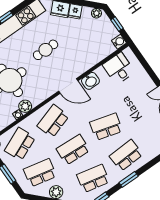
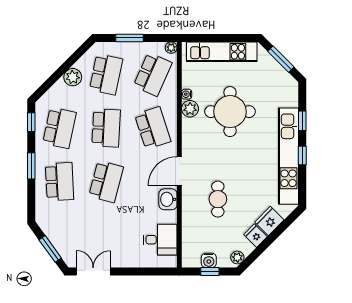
water cooler: (119, 42) -> (209, 260), moved
cafe table: (46, 50) -> (218, 199), moved
school desk: (20, 144) -> (153, 74), turned 48

